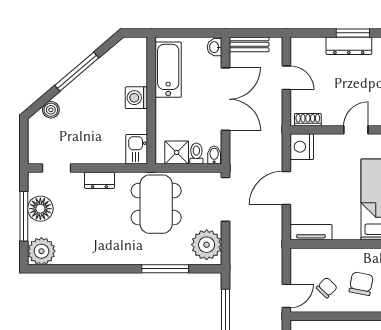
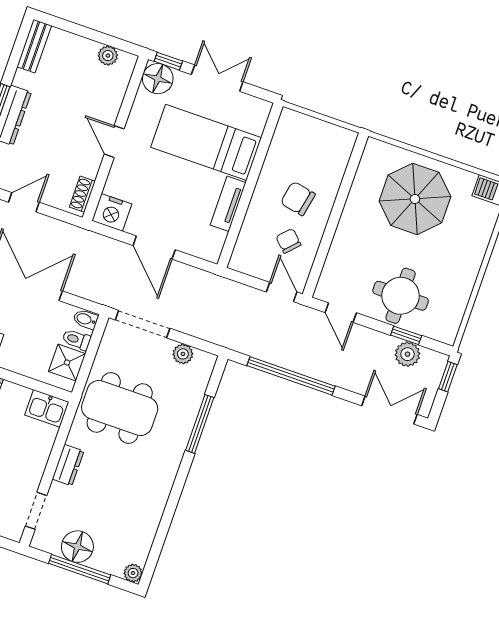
tv unit: (311, 232) -> (228, 204), moved
plant: (207, 245) -> (183, 354), width x0.53, depth x0.53
plant: (41, 251) -> (133, 573), width x0.53, depth x0.53

